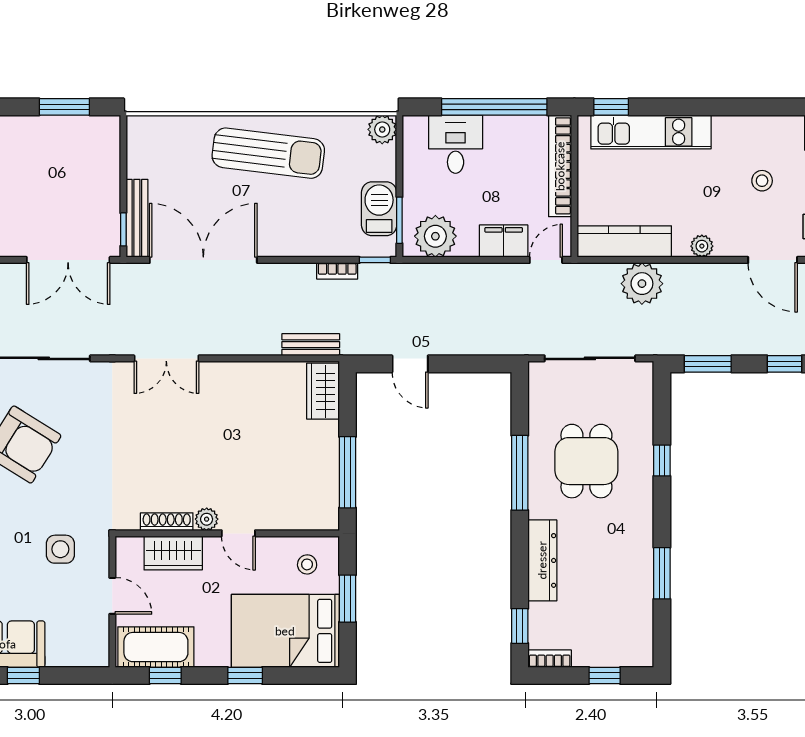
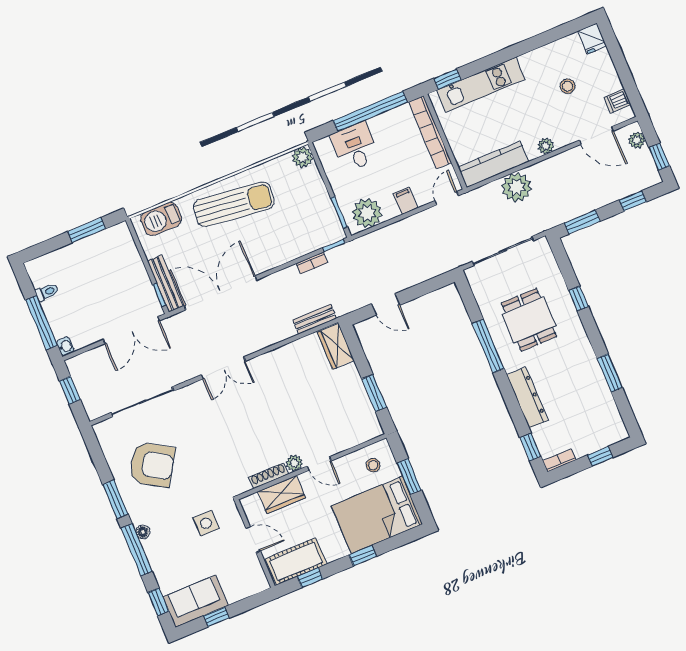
barbecue: (379, 209) -> (161, 219), moved, turned -90
filing cabinet: (504, 241) -> (406, 201), width x0.50
window: (347, 472) -> (374, 393), width x0.69

